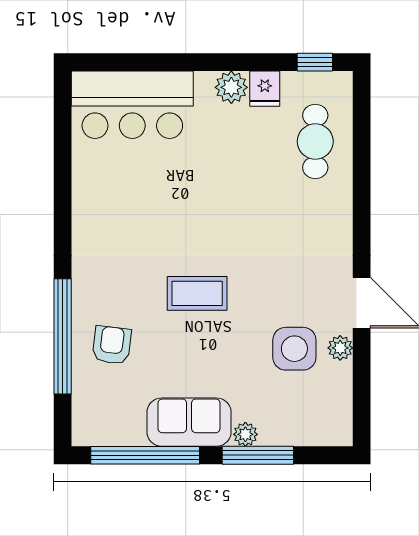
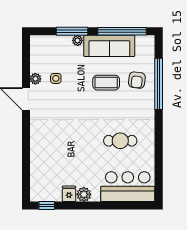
cafe table: (315, 141) -> (120, 141), moved, turned 90
coffee table: (197, 293) -> (106, 83), moved
side table: (294, 349) -> (56, 78), width x0.54, depth x0.54
sofa: (189, 422) -> (109, 46), width x1.36

